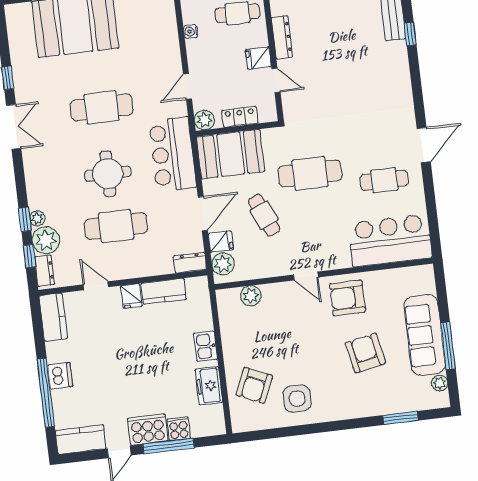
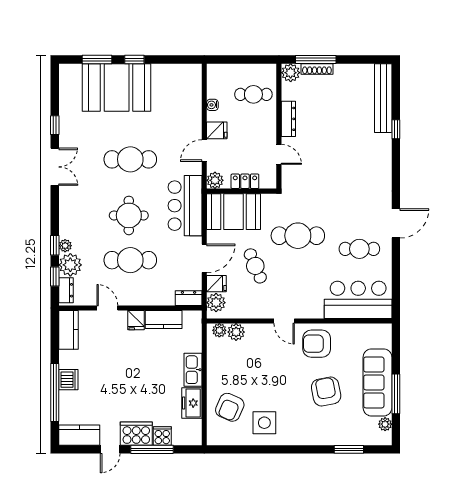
fridge: (258, 58) -> (217, 130), moved, turned 180
plant: (231, 296) -> (219, 330), added
kitchen sink: (205, 346) -> (193, 370), width x1.38

